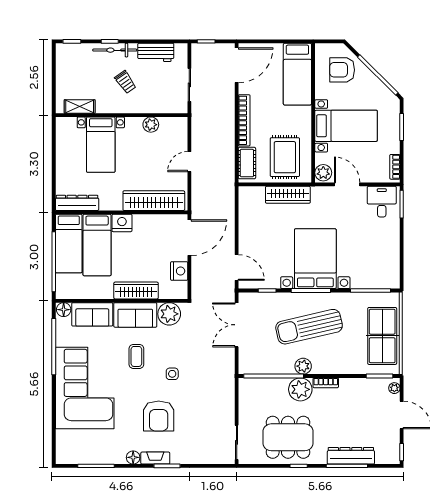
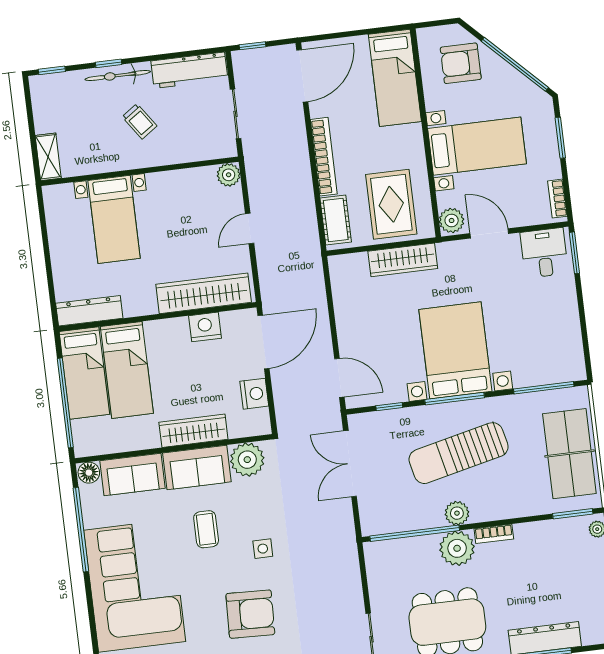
workbench: (156, 52) -> (189, 70), width x1.38
shelving: (80, 106) -> (48, 157), moved, turned 90
plant: (151, 125) -> (229, 175), moved
nightstand: (122, 223) -> (205, 327), moved
armchair: (159, 416) -> (250, 614), turned -88

